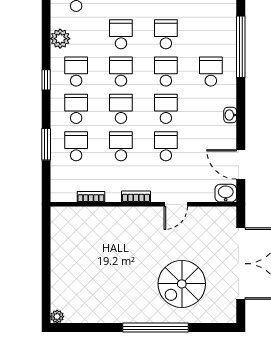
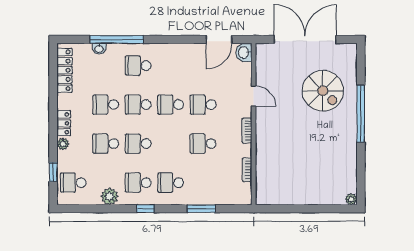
school desk: (121, 109) -> (171, 144), removed
washbasin: (230, 115) -> (99, 49), moved
school desk: (76, 146) -> (203, 183), removed

